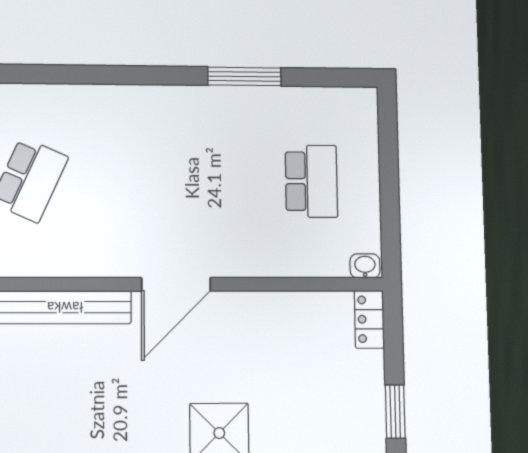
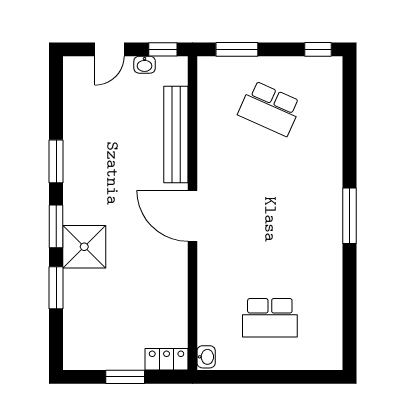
window: (244, 76) -> (349, 216), moved
window: (395, 412) -> (125, 377), moved

